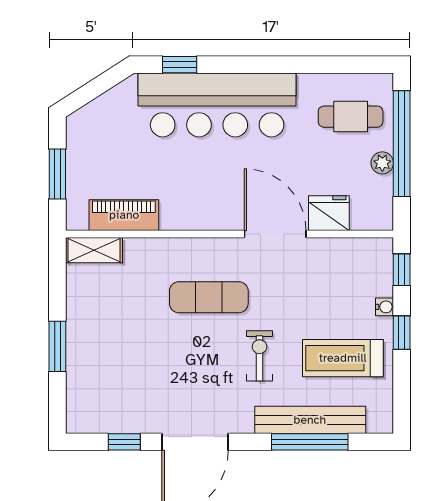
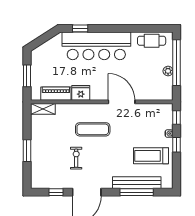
cafe table: (351, 117) -> (152, 41), moved
fridge: (329, 213) -> (81, 93), moved
exercise bike: (259, 356) -> (76, 158), moved

